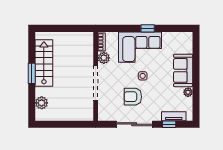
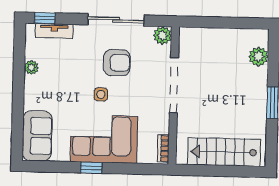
plant: (104, 58) -> (162, 36), moved
stairs: (44, 63) -> (224, 152), moved, turned 90
sofa: (183, 70) -> (37, 136), moved
window: (169, 124) -> (45, 18), moved

